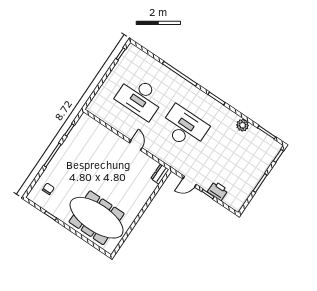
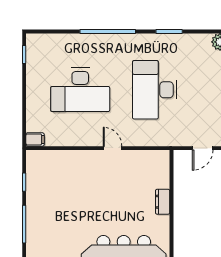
filing cabinet: (93, 109) -> (35, 139), added
desk: (184, 127) -> (155, 90), turned -90
dresser: (160, 174) -> (163, 202), moved

